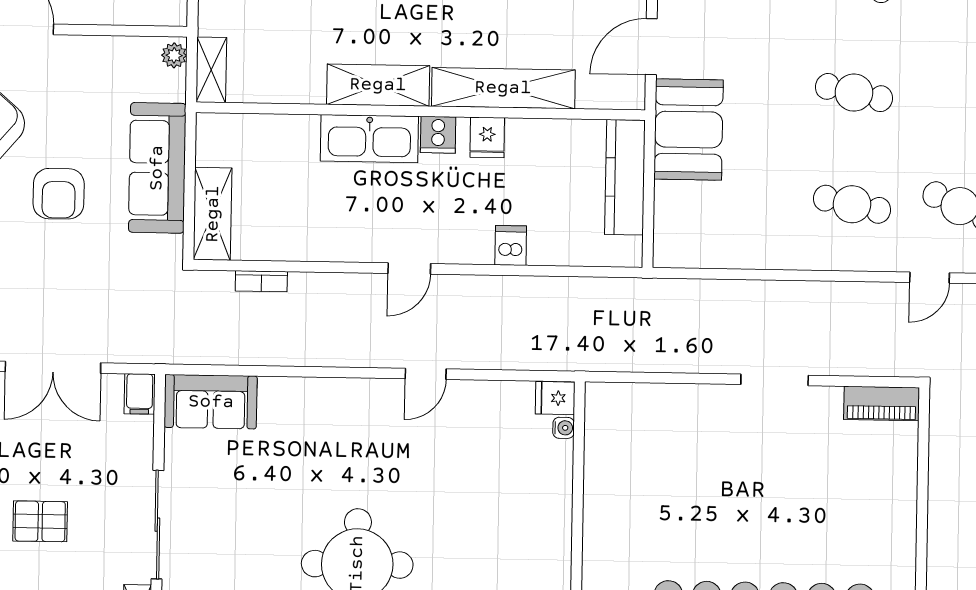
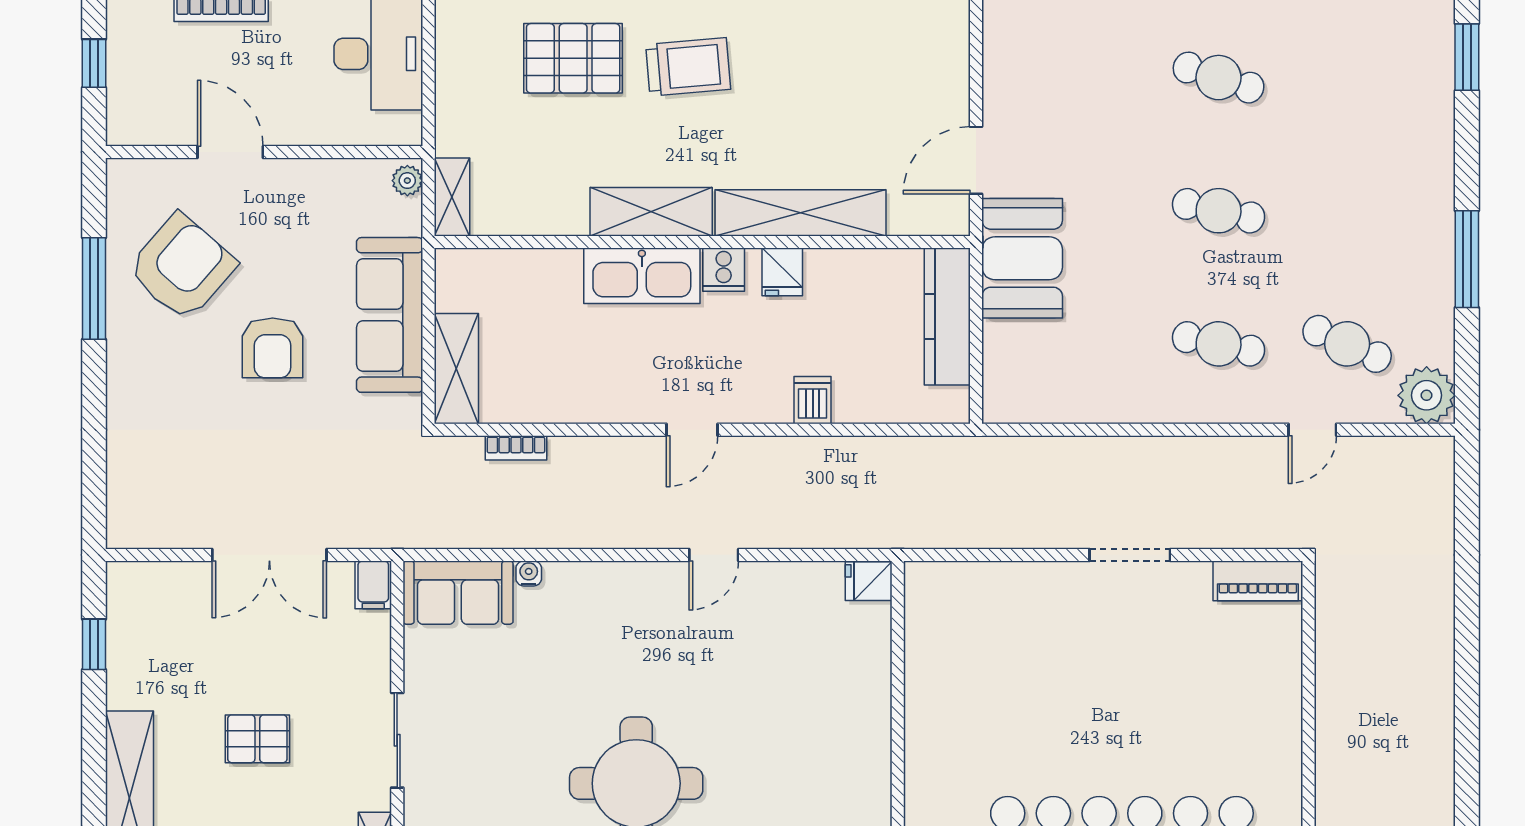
water cooler: (564, 428) -> (529, 573), moved, turned -90
sliding door: (157, 525) -> (397, 740), width x0.73

